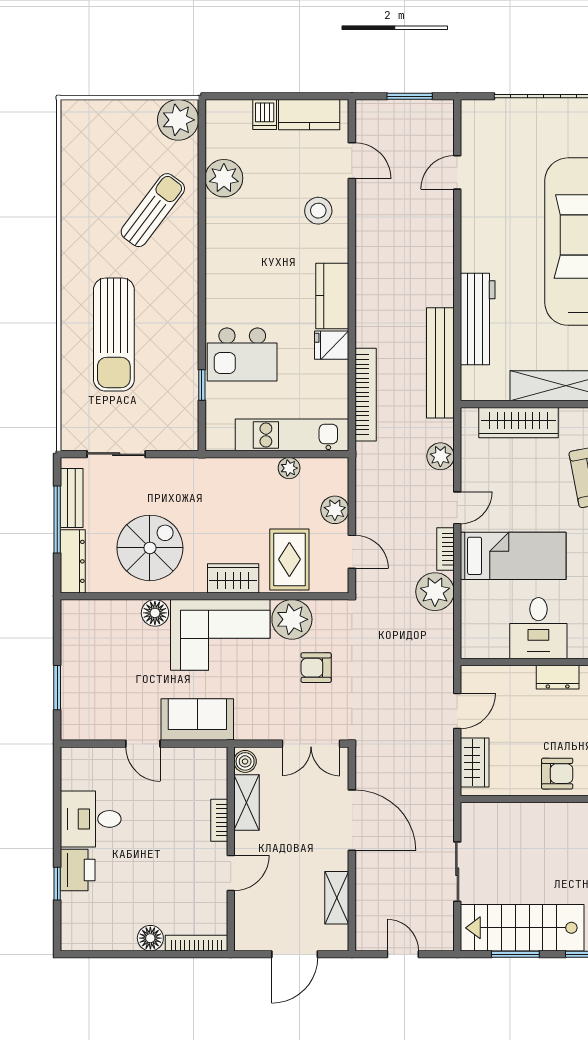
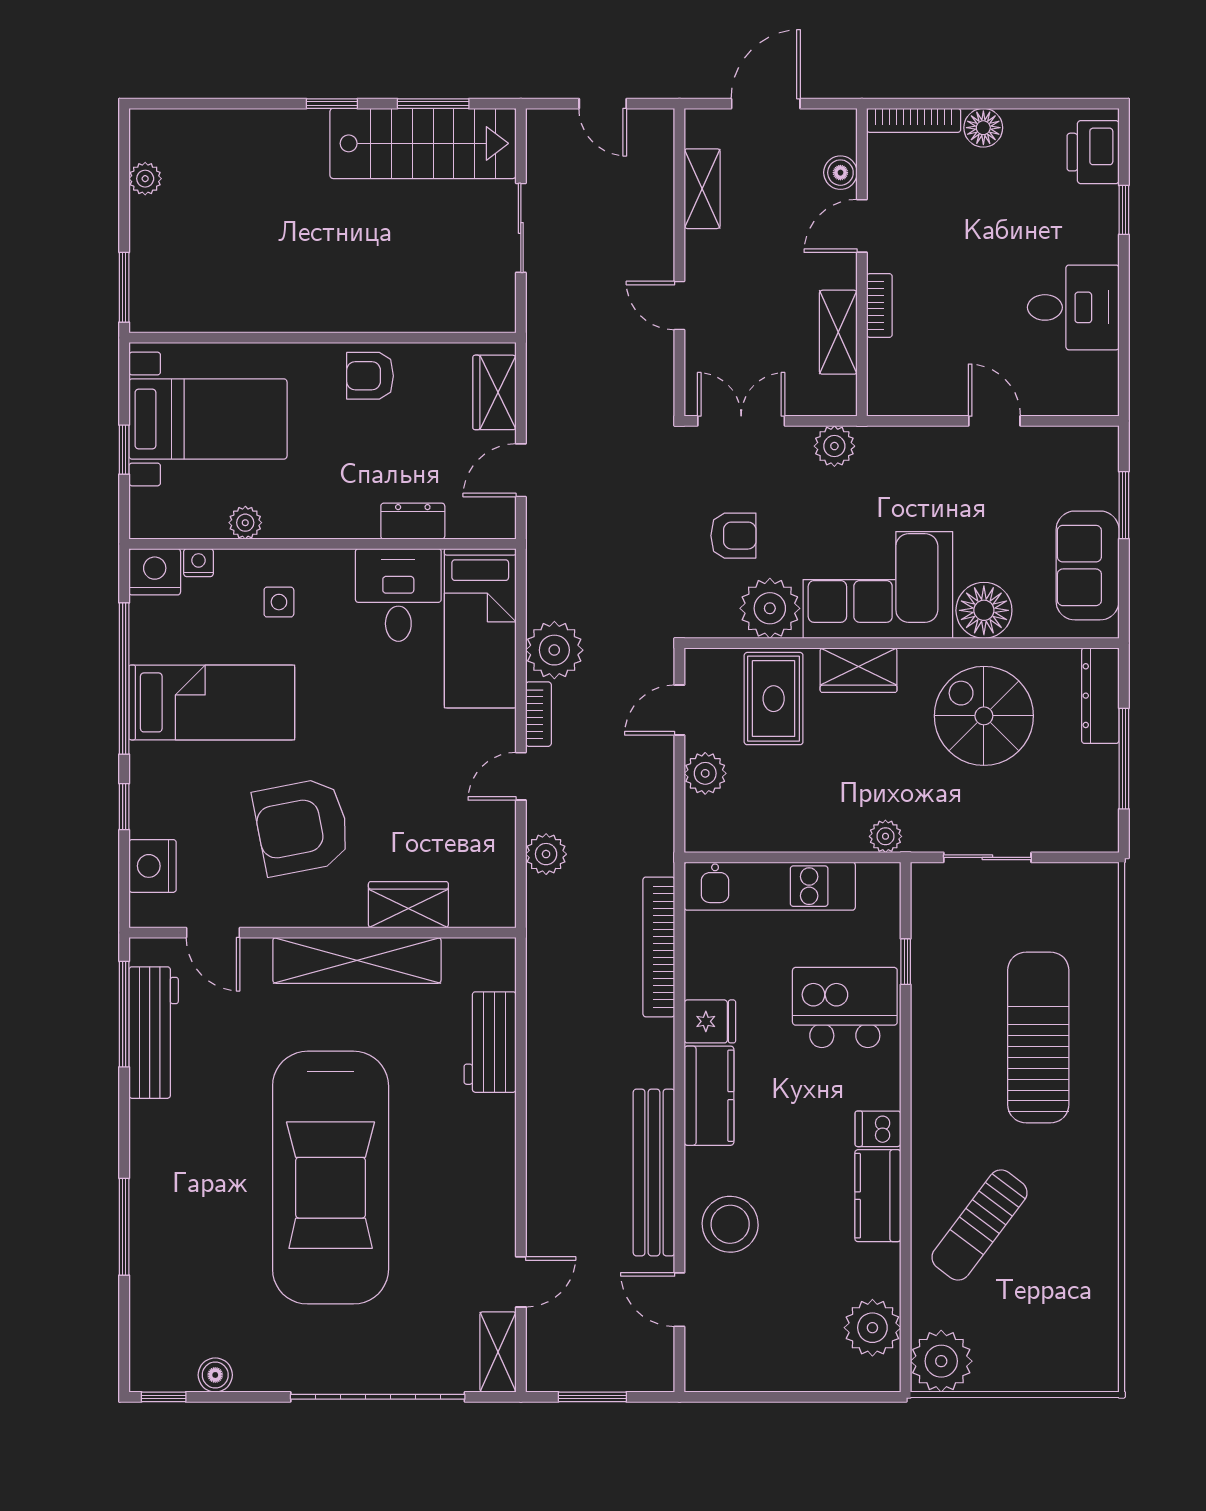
dishwasher: (265, 114) -> (878, 1129), moved, turned -90
kitchen counter: (309, 115) -> (878, 1196), moved, turned -90
shelving: (472, 126) -> (498, 1352), added
plant: (224, 178) -> (872, 1328), moved
stool: (318, 211) -> (730, 1224), width x1.38, depth x1.38
workbench: (478, 319) -> (490, 1042), width x0.73
bench: (440, 363) -> (654, 1172), moved
wardrobe: (519, 423) -> (408, 905), width x0.67
sliding door: (116, 454) -> (987, 857), moved
plant: (289, 468) -> (885, 836), moved
bench: (72, 498) -> (1102, 791), removed
spiral stairs: (150, 548) -> (984, 716), turned 90
door: (352, 552) -> (679, 710), hinge flipped
bed: (513, 556) -> (480, 628), moved, turned -90
floor lamp: (155, 613) -> (984, 610), width x1.38, depth x1.38
dresser: (558, 677) -> (413, 521), moved
sofa: (197, 720) -> (1088, 565), moved, turned 90
plant: (249, 727) -> (834, 446), added
boiler: (245, 761) -> (840, 173), moved
door: (352, 820) -> (679, 306), width x0.53
printer: (78, 870) -> (1093, 152), moved

